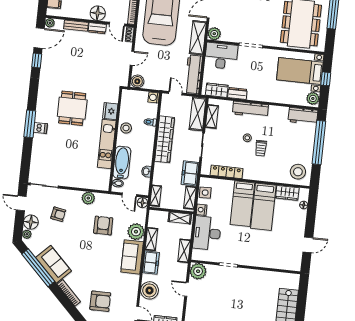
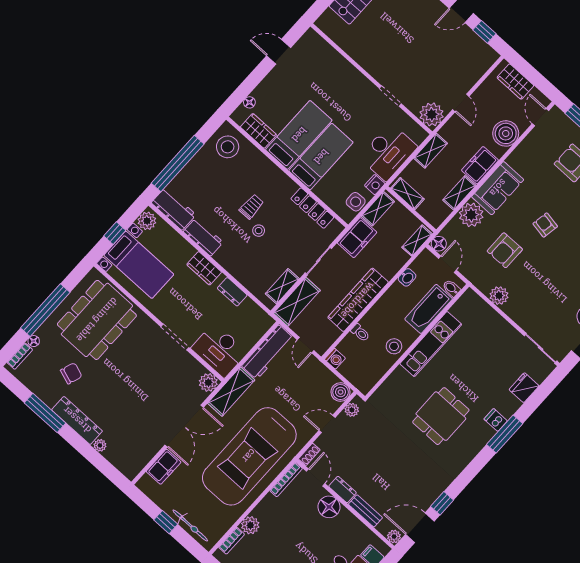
plant: (124, 76) -> (352, 410), added
wardrobe: (217, 90) -> (204, 268), moved
workbench: (250, 109) -> (203, 237), moved, width x0.73
fridge: (110, 111) -> (524, 388), moved, turned 180
armchair: (58, 214) -> (545, 225), moved

